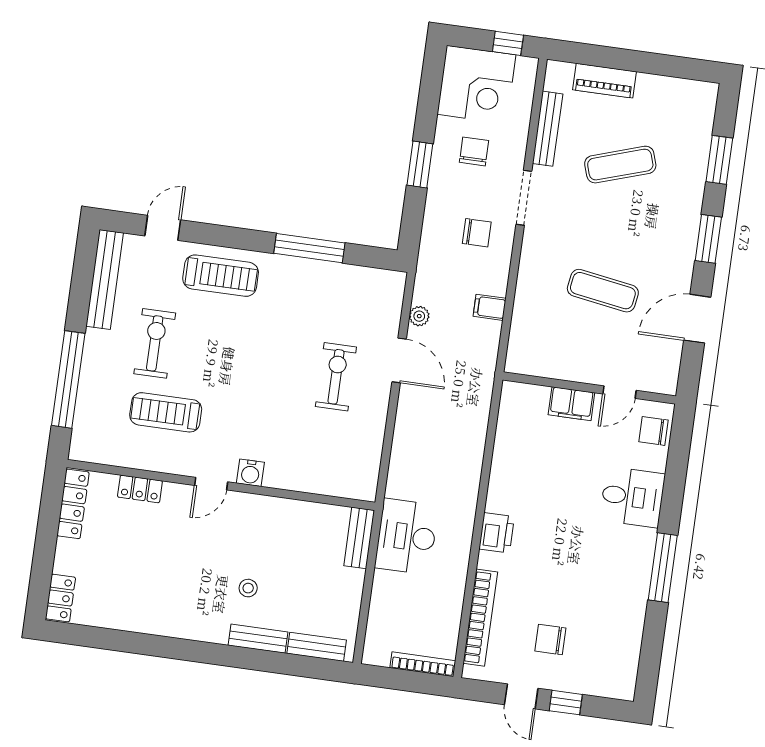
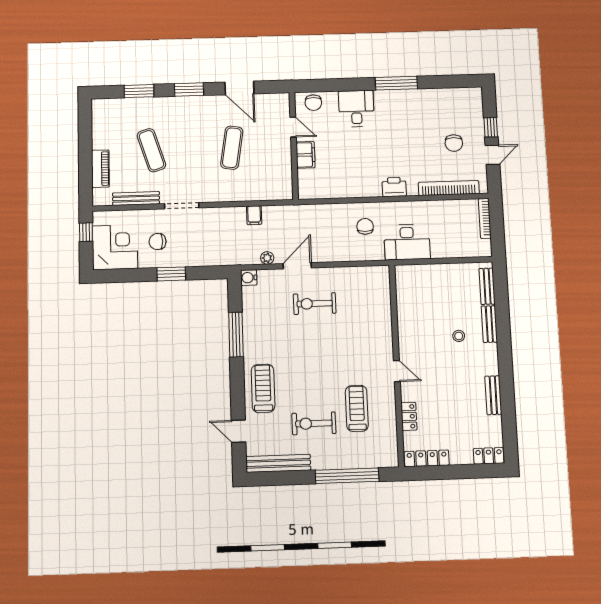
chair: (477, 233) -> (365, 226), moved
treadmill: (166, 412) -> (357, 408), turned 180
water cooler: (250, 473) -> (249, 278), moved, turned 180
bench: (359, 538) -> (493, 395), moved, turned 90

